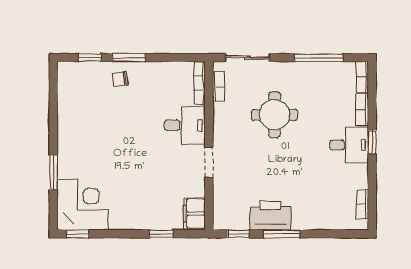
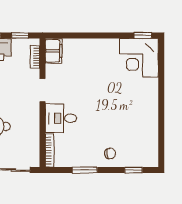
window: (129, 58) -> (85, 170), moved
bookcase: (219, 86) -> (35, 57), moved
window: (53, 172) -> (161, 83), removed
window: (161, 234) -> (79, 36), removed

